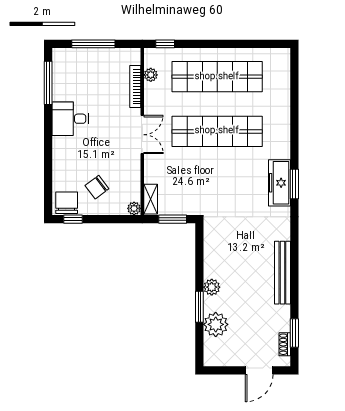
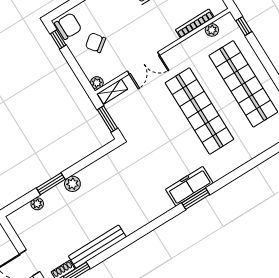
double door: (142, 135) -> (143, 63), moved
bench: (282, 273) -> (97, 247), moved
plant: (216, 324) -> (37, 204), width x0.53, depth x0.53

